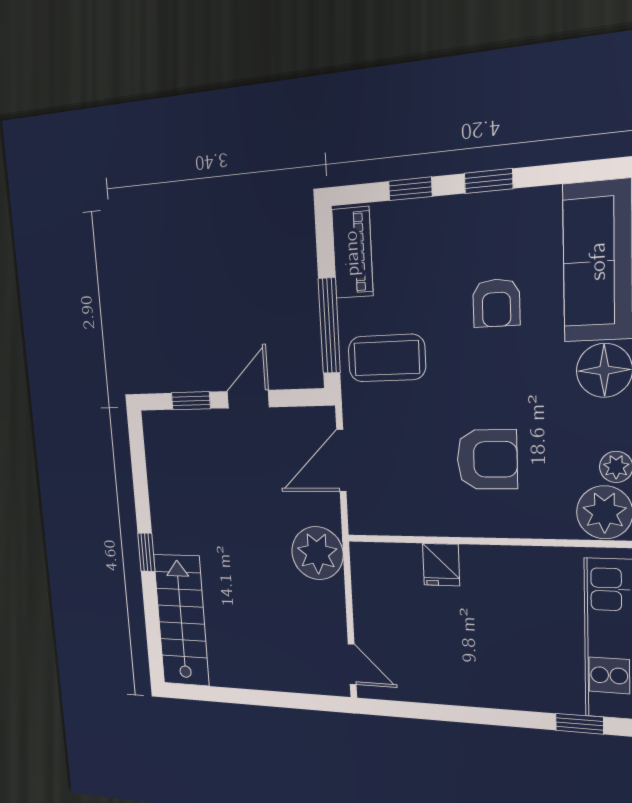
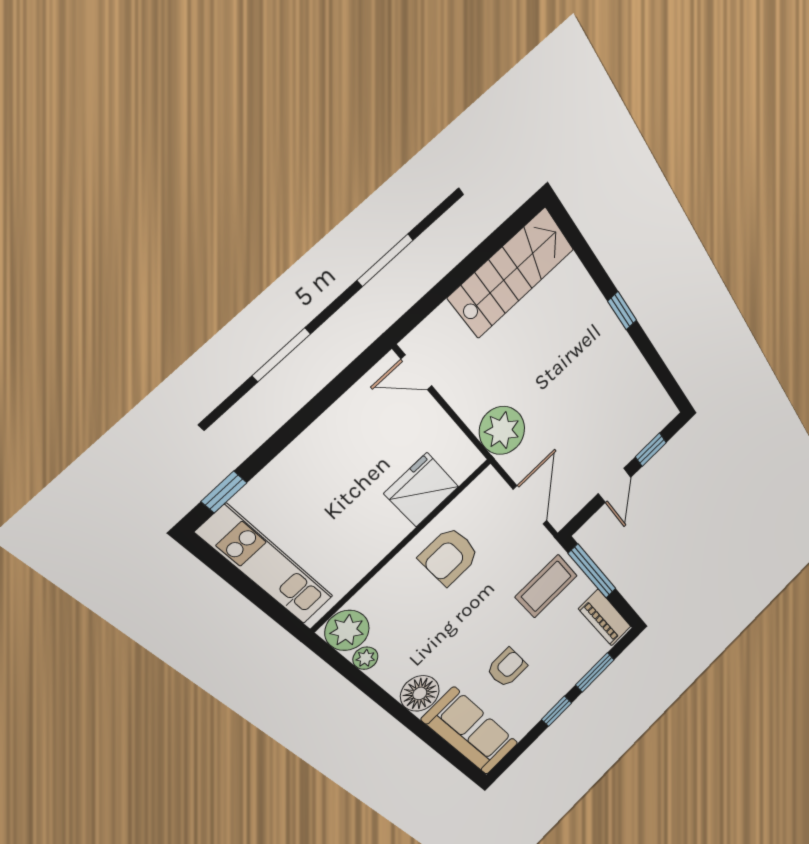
window: (410, 189) -> (595, 672), width x1.50
armchair: (496, 303) -> (507, 668), turned 90
armchair: (487, 459) -> (449, 556), moved
fridge: (441, 565) -> (422, 490), width x1.88, depth x1.34
stairs: (181, 620) -> (511, 273), moved, turned -90

